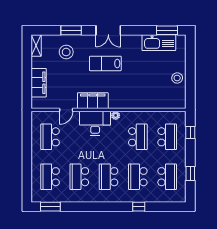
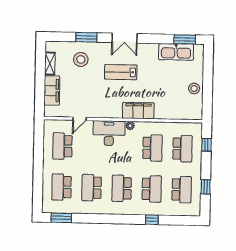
shelving: (36, 46) -> (50, 63), moved
filing cabinet: (93, 101) -> (138, 111), moved
school desk: (138, 177) -> (152, 189), turned 180

